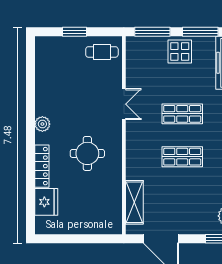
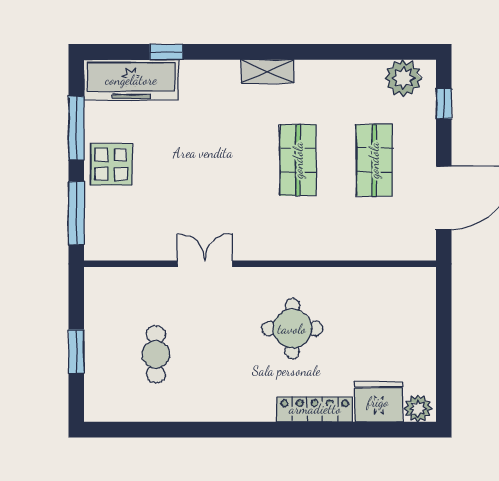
cafe table: (102, 52) -> (156, 354), moved
shop shelf: (182, 114) -> (374, 160), moved
plant: (42, 124) -> (418, 408), moved
shelving: (134, 202) -> (379, 245), removed

